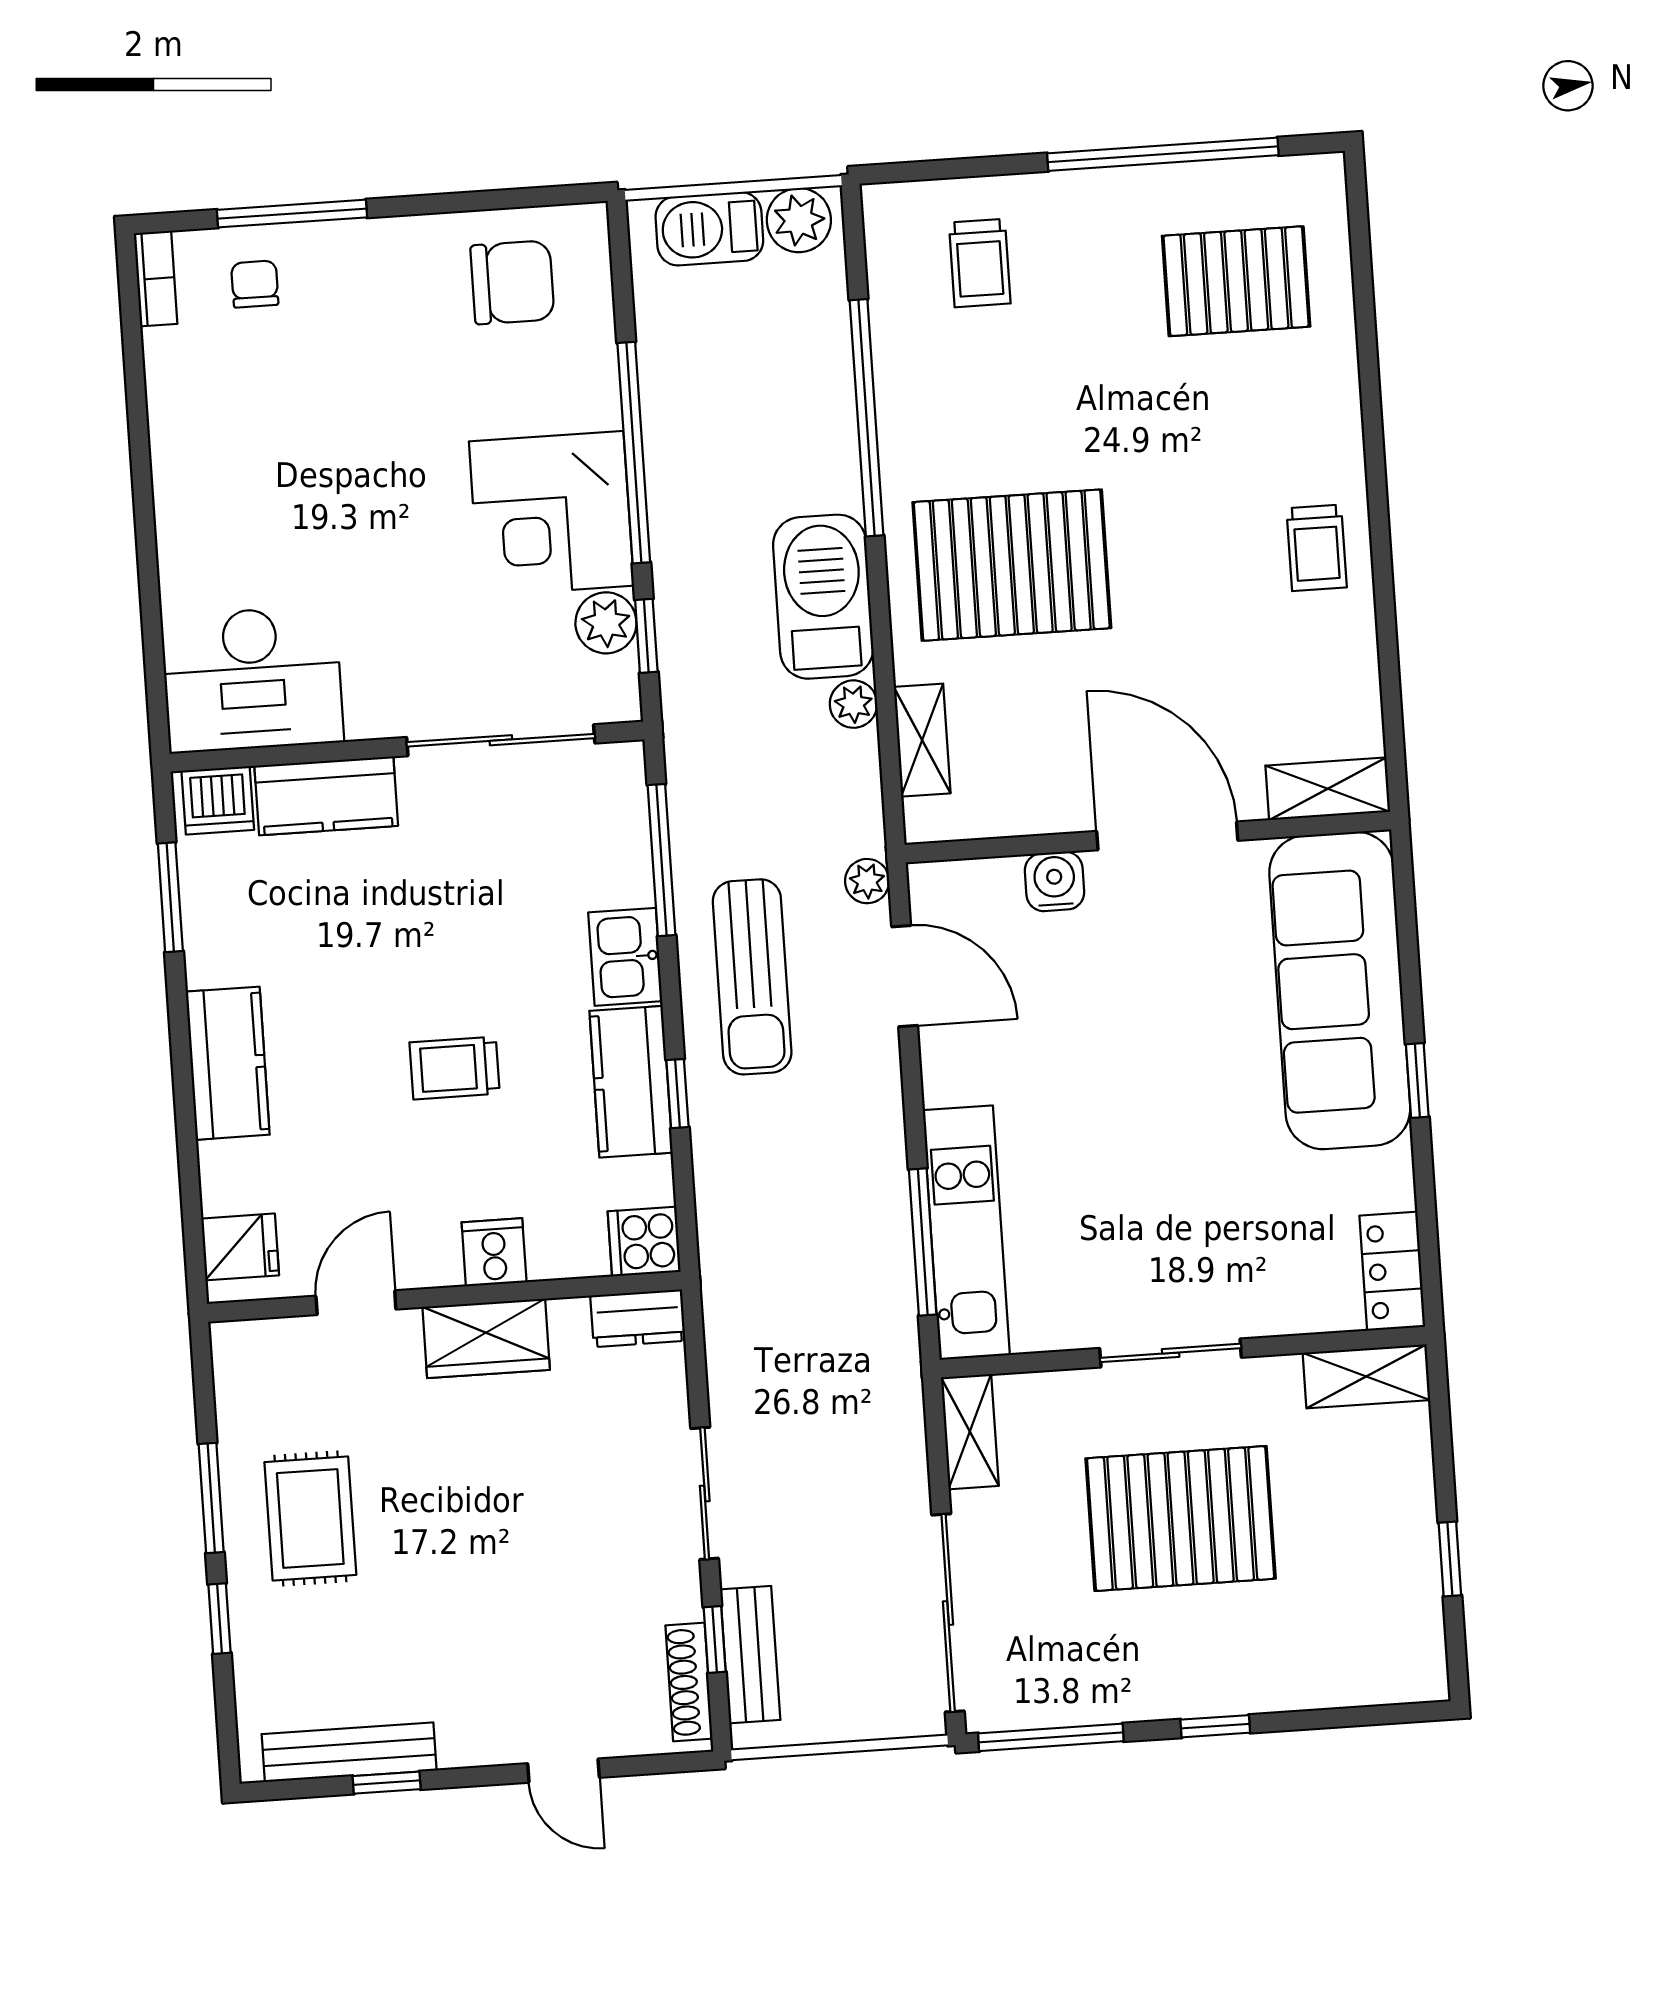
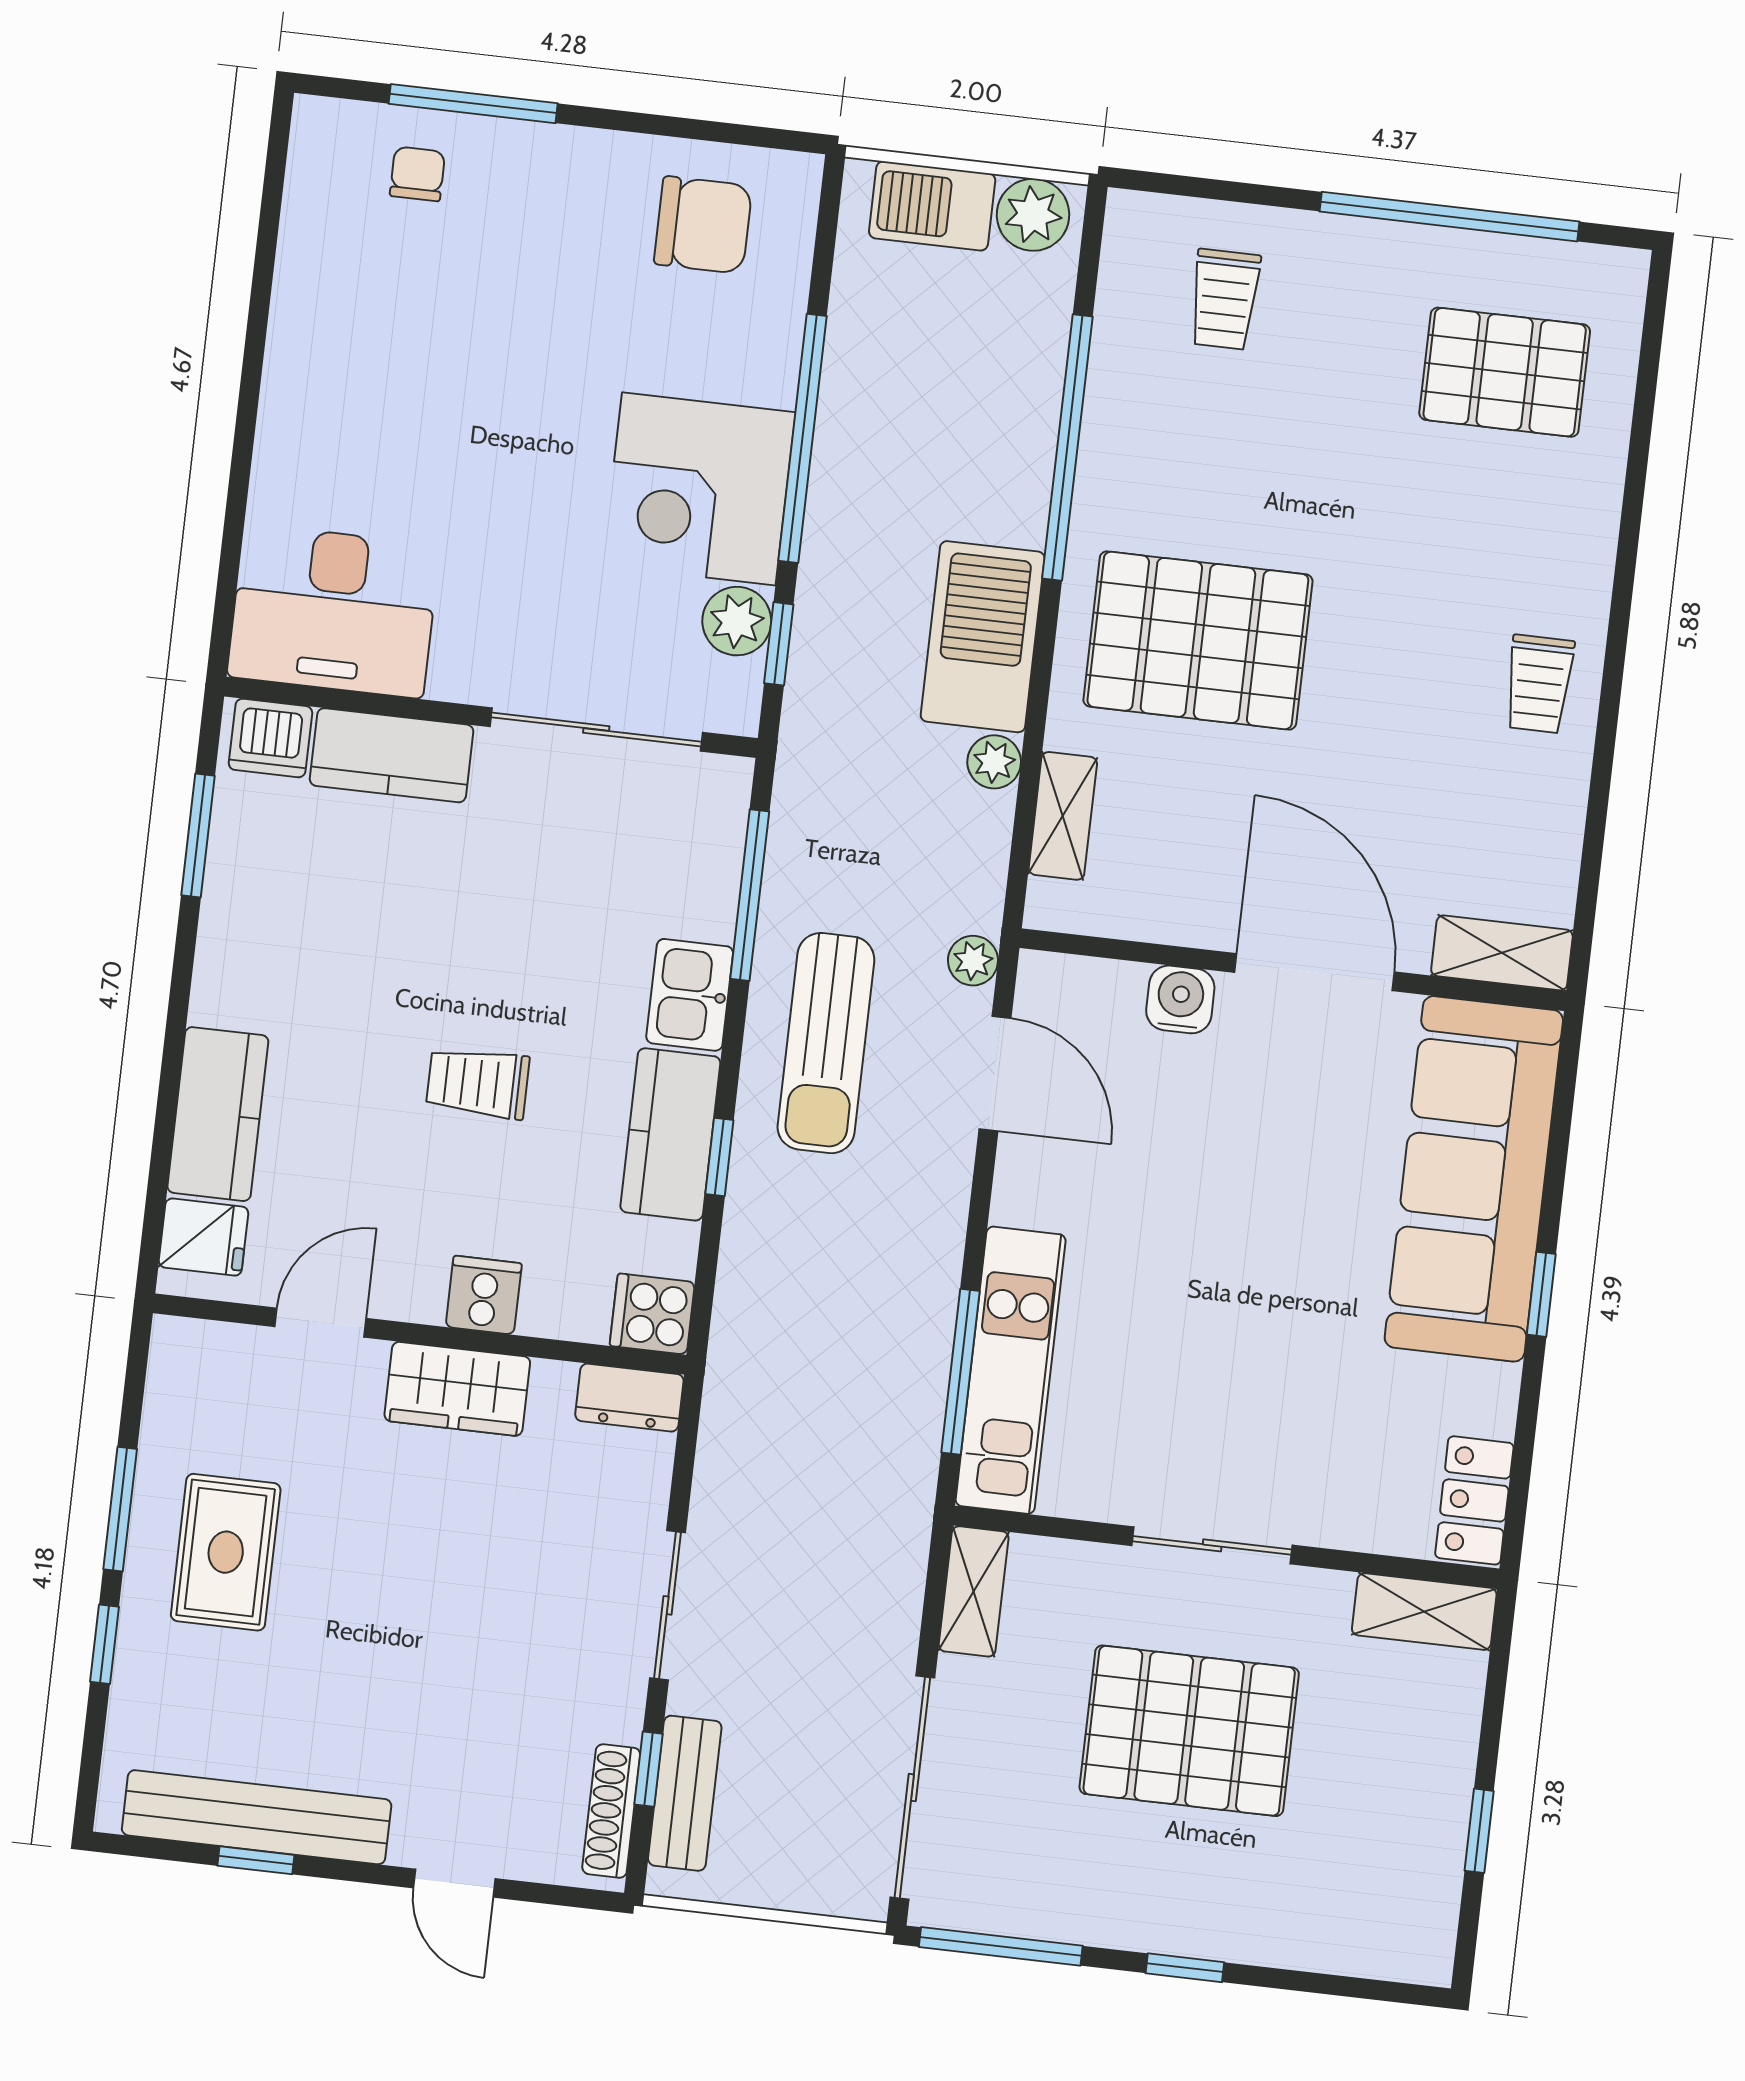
bookcase: (156, 279) -> (309, 147), removed
kitchen counter: (228, 1063) -> (218, 1114), moved
bench: (349, 1752) -> (257, 1817), width x1.37, depth x1.21

